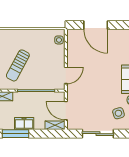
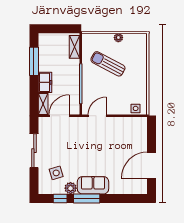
door: (96, 25) -> (152, 165), moved
door: (66, 75) -> (97, 116), swing flipped
freezer: (24, 124) -> (45, 82), moved

